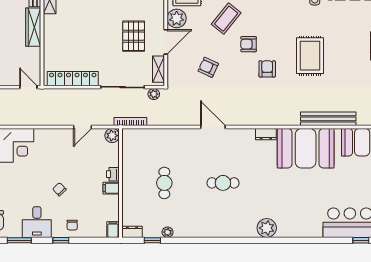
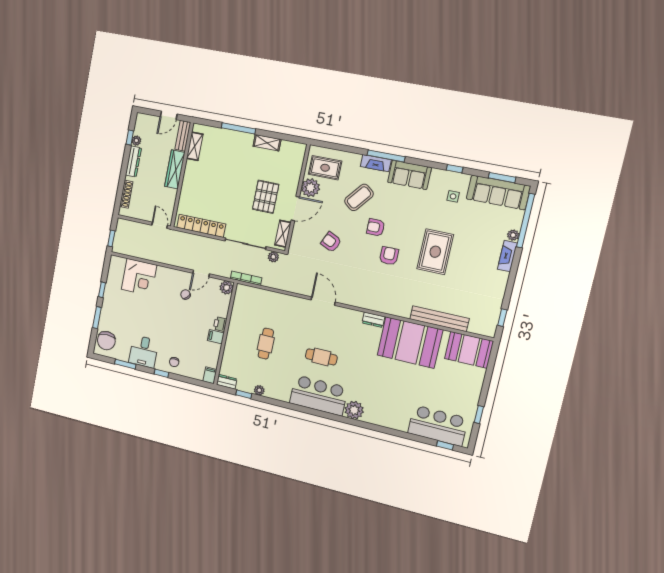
chair: (59, 189) -> (186, 295), moved
bar counter: (229, 222) -> (319, 395), added

